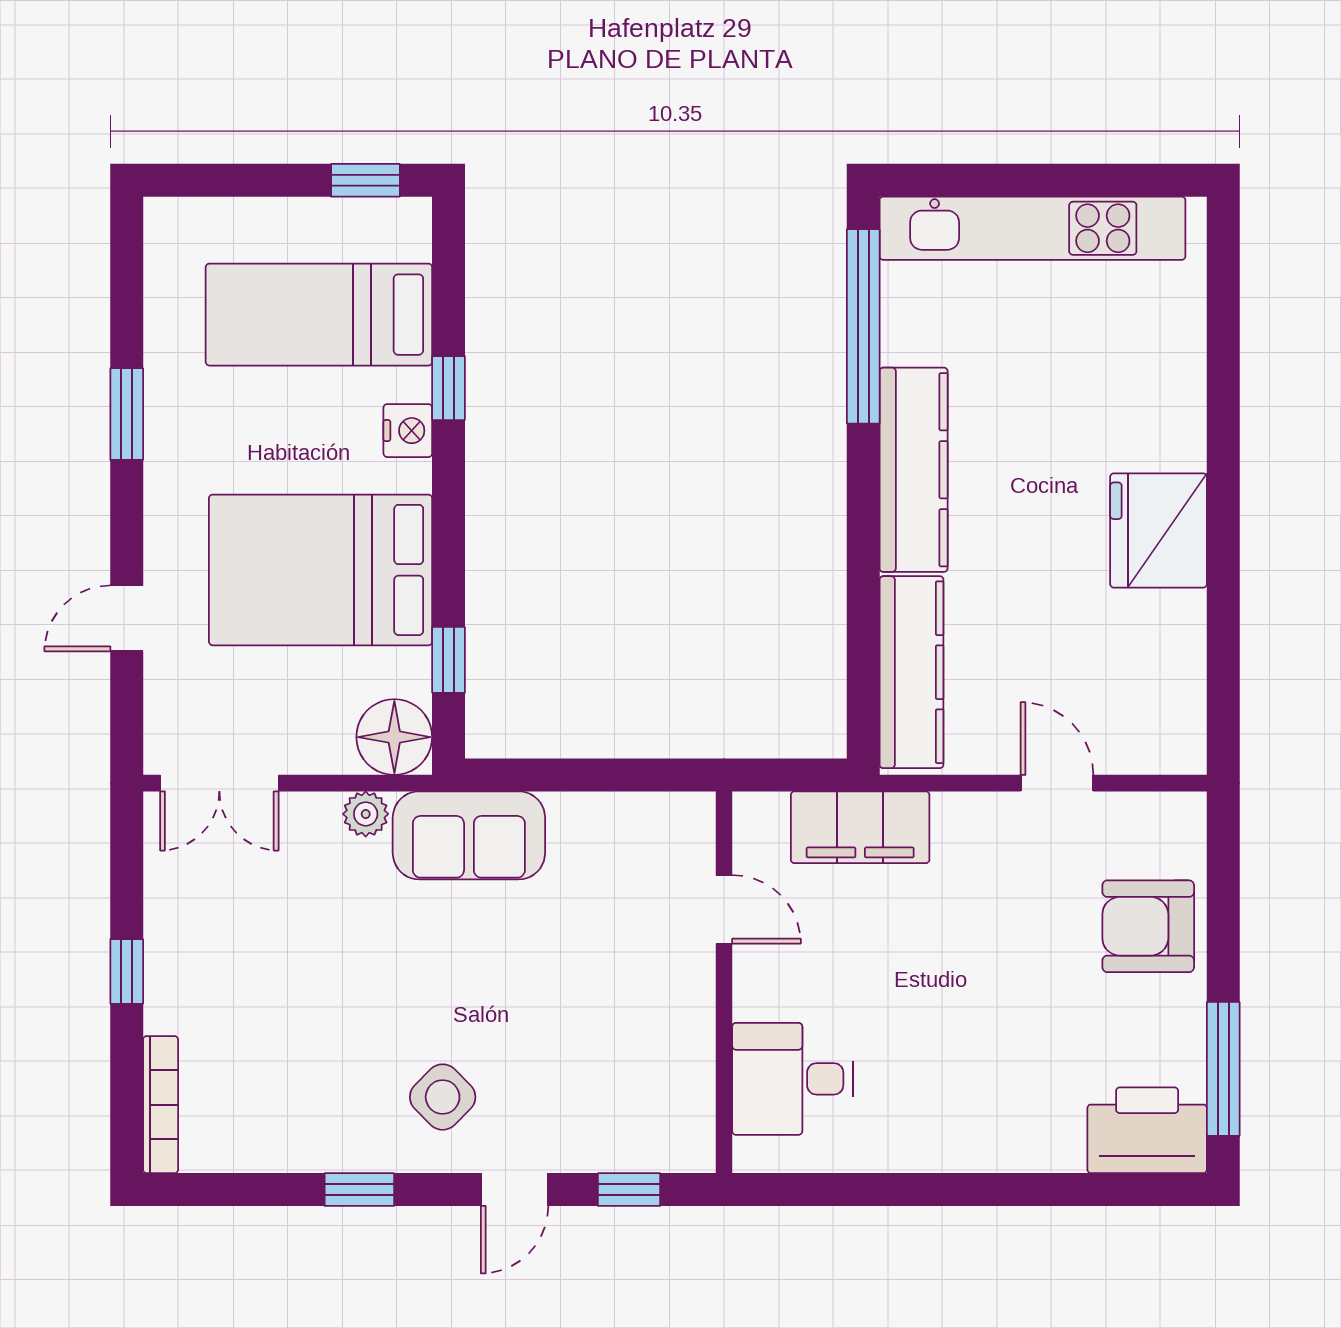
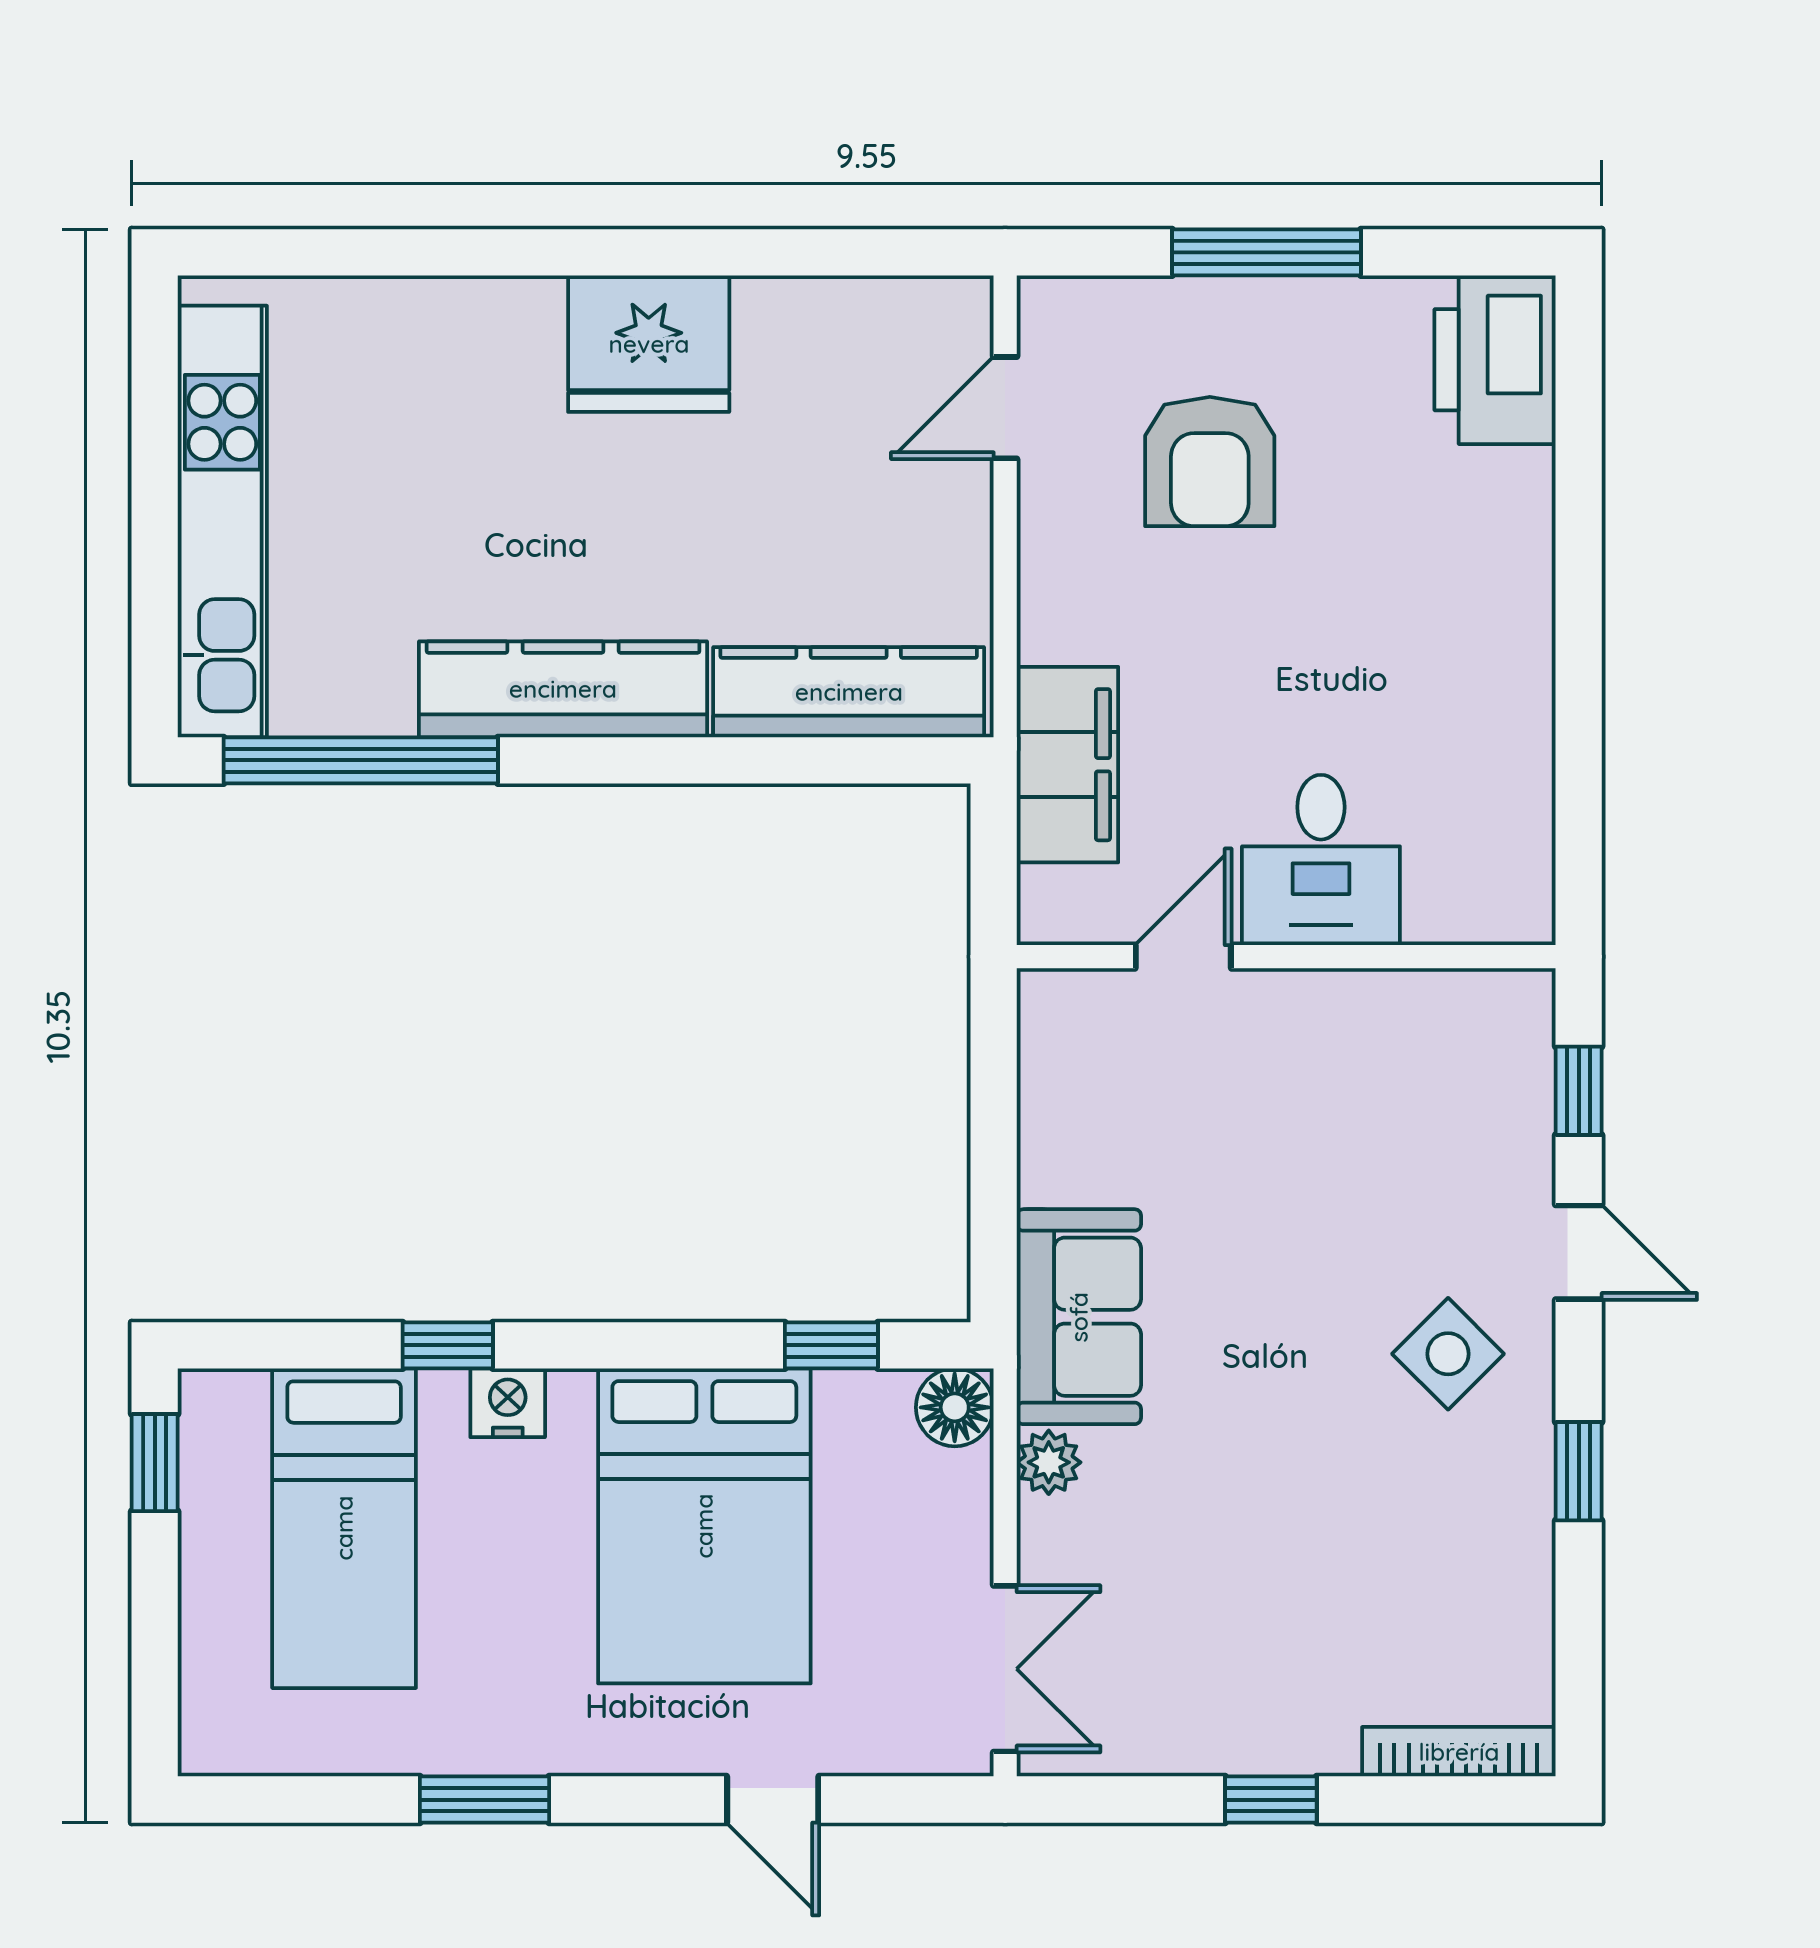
floor lamp: (394, 737) -> (955, 1407), width x0.73, depth x0.73
door: (1057, 783) -> (1005, 408), moved
armchair: (1148, 926) -> (1210, 462), moved
window: (1223, 1069) -> (1266, 252), moved
desk: (793, 1079) -> (1321, 860), moved

